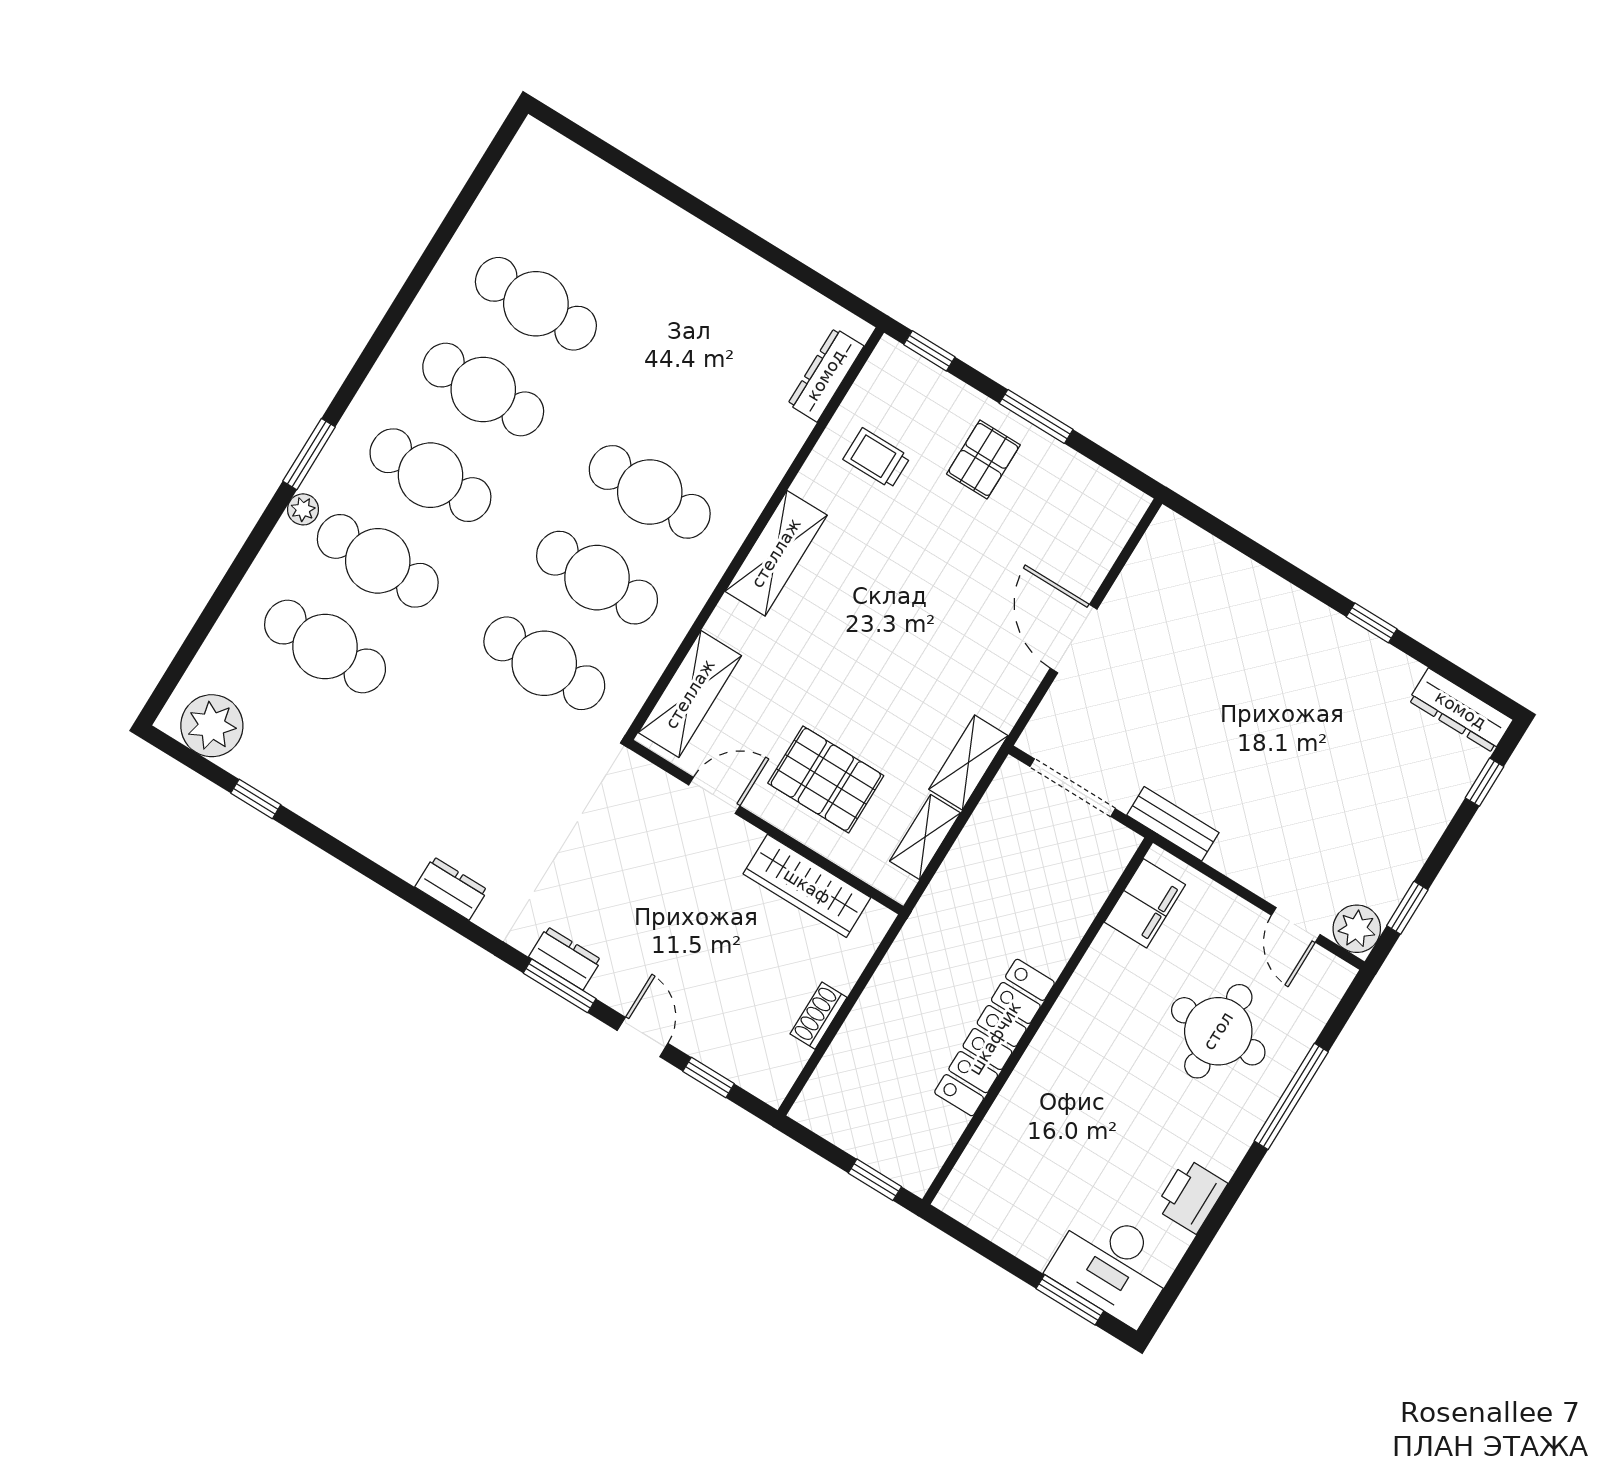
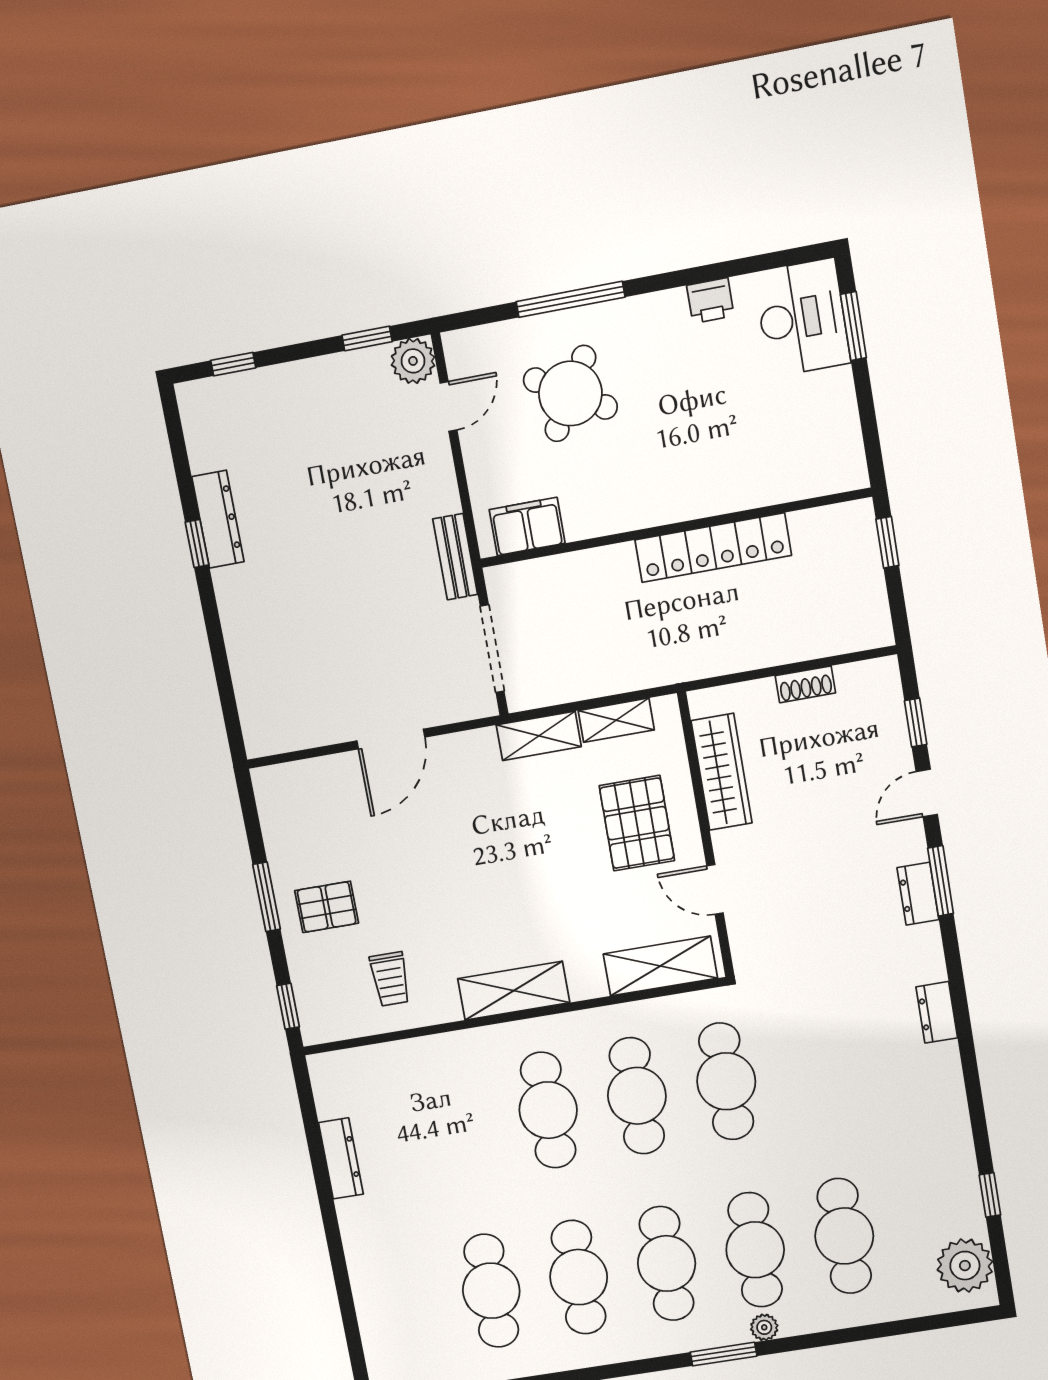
dresser: (826, 375) -> (341, 1158), moved, turned -90
dresser: (1461, 710) -> (218, 519), moved
round table: (1218, 1031) -> (570, 393), turned 31
printer: (1191, 1196) -> (710, 301), width x0.73, depth x0.81

